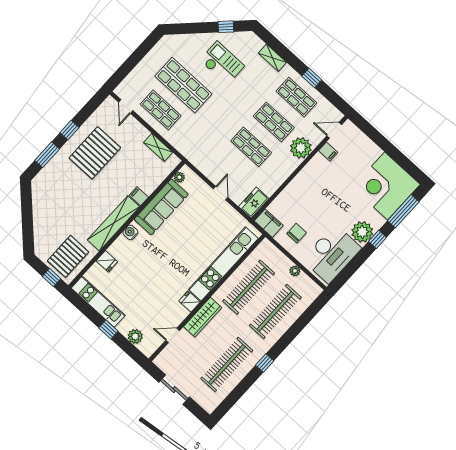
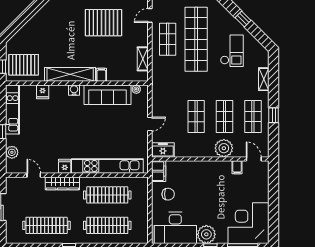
window: (226, 27) -> (243, 19), moved
shop shelf: (183, 85) -> (196, 39), width x1.40
plant: (295, 271) -> (144, 215), removed

